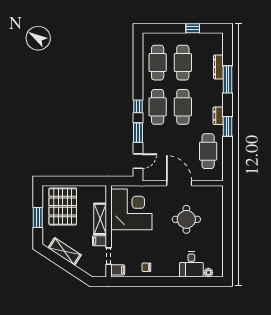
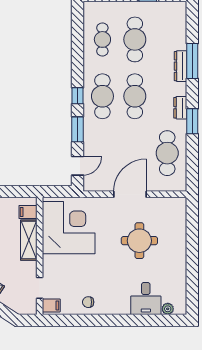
cafe table: (158, 63) -> (102, 39), width x0.73, depth x0.74
dresser: (218, 67) -> (181, 66), moved
door: (179, 183) -> (130, 194), hinge flipped
filing cabinet: (100, 241) -> (28, 212), moved

